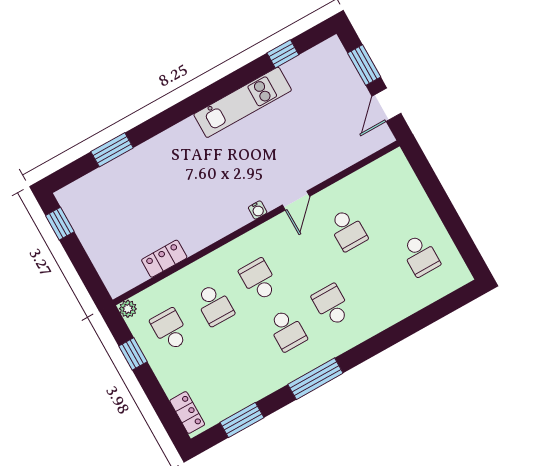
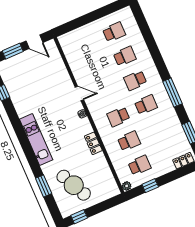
kitchen unit: (243, 102) -> (36, 139), moved
cafe table: (119, 207) -> (74, 185), added
school desk: (348, 230) -> (125, 56), moved
locker: (164, 259) -> (93, 143), moved
school desk: (170, 330) -> (140, 165), turned 180

